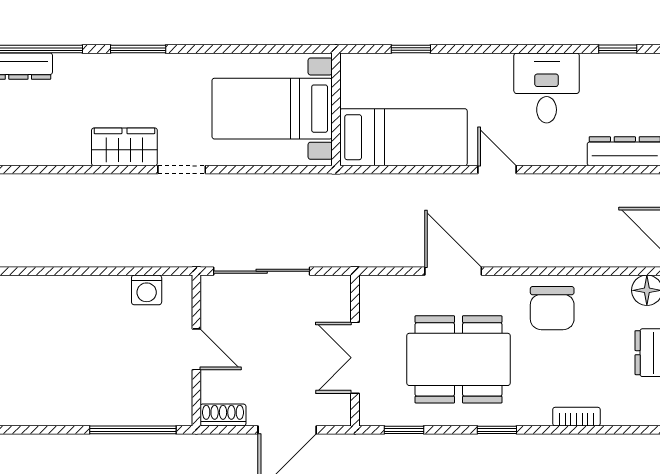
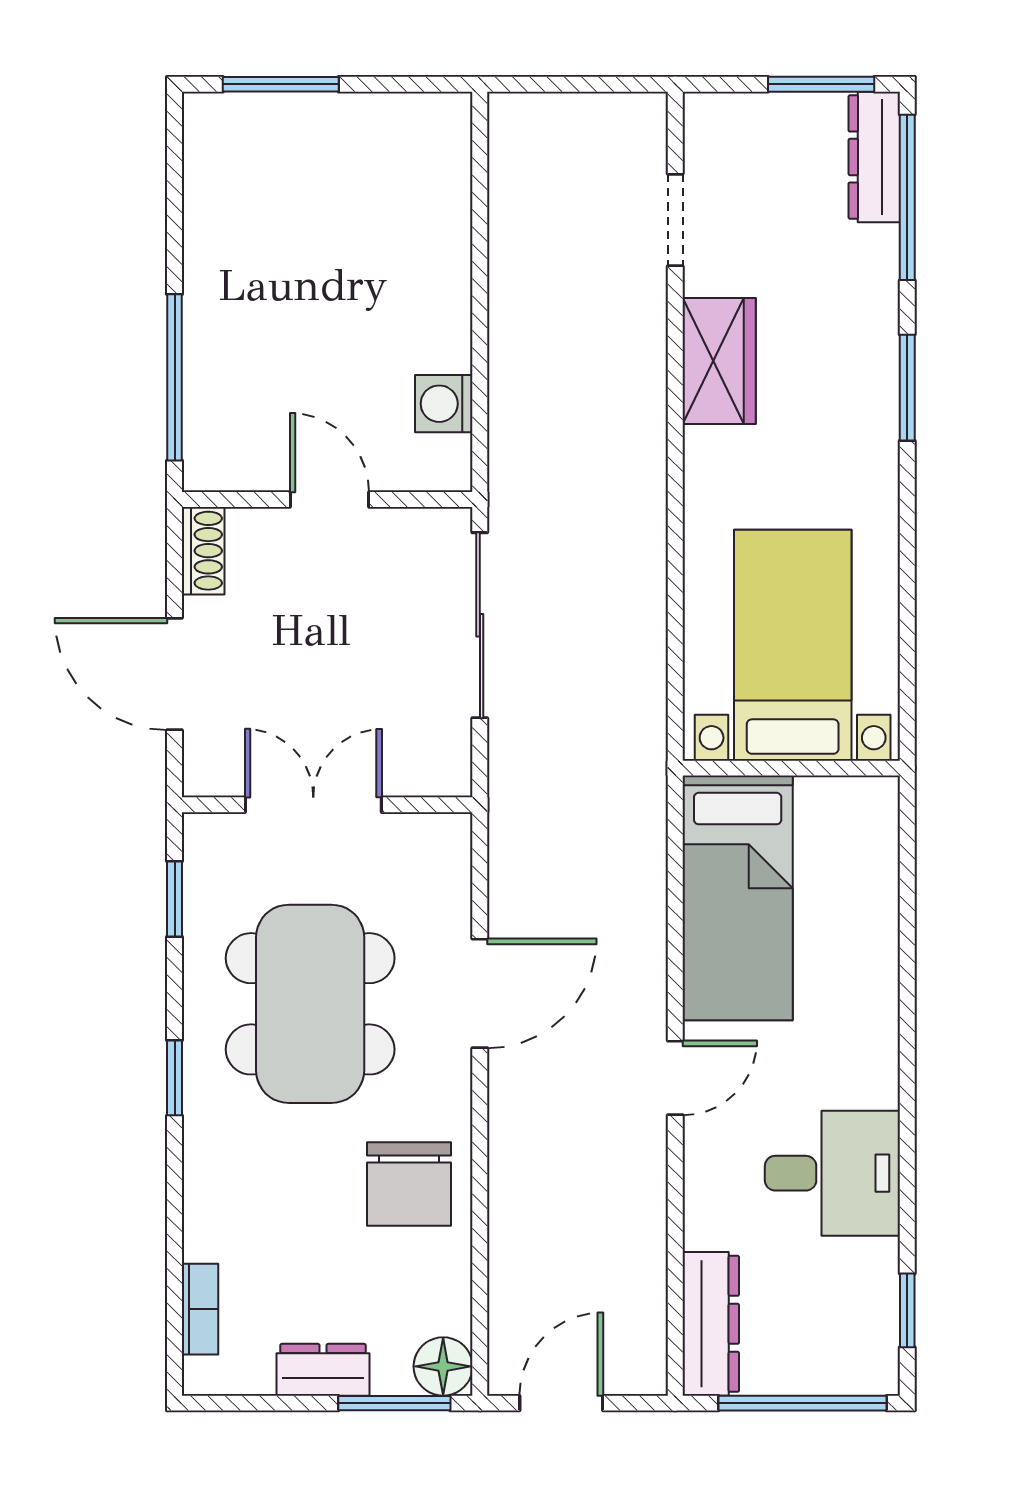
window: (411, 49) -> (907, 912), removed
doorway: (182, 170) -> (675, 220), moved
chair: (552, 308) -> (409, 1184), turned -90
door: (196, 349) -> (329, 499), swing flipped
bookcase: (576, 417) -> (200, 1309), moved

